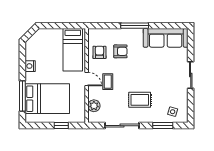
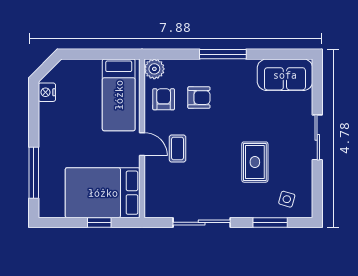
sofa: (166, 38) -> (285, 75), width x0.73
nightstand: (30, 66) -> (47, 92), moved
bed: (47, 99) -> (103, 193), moved, turned 180
rug: (140, 100) -> (255, 162), moved, turned 90
plant: (94, 106) -> (154, 69), moved

